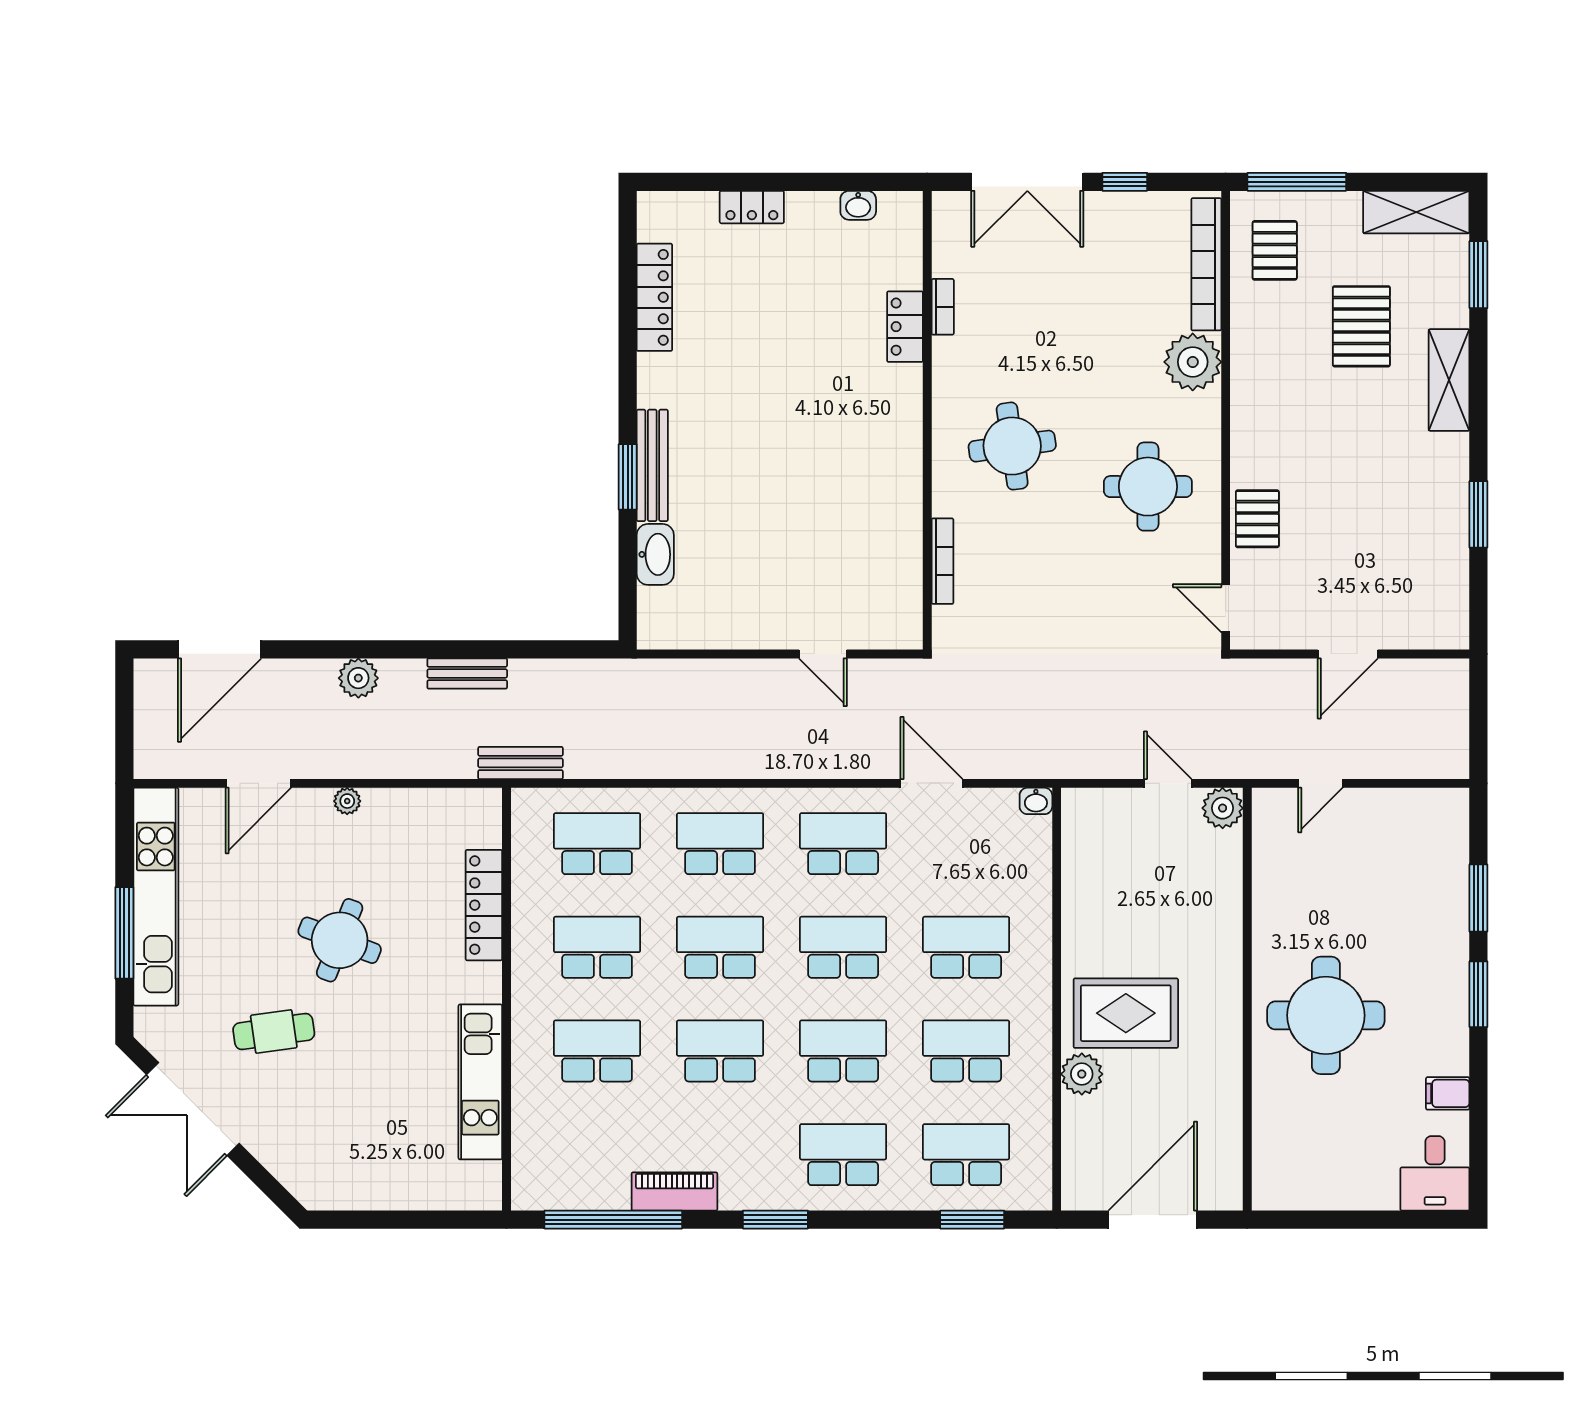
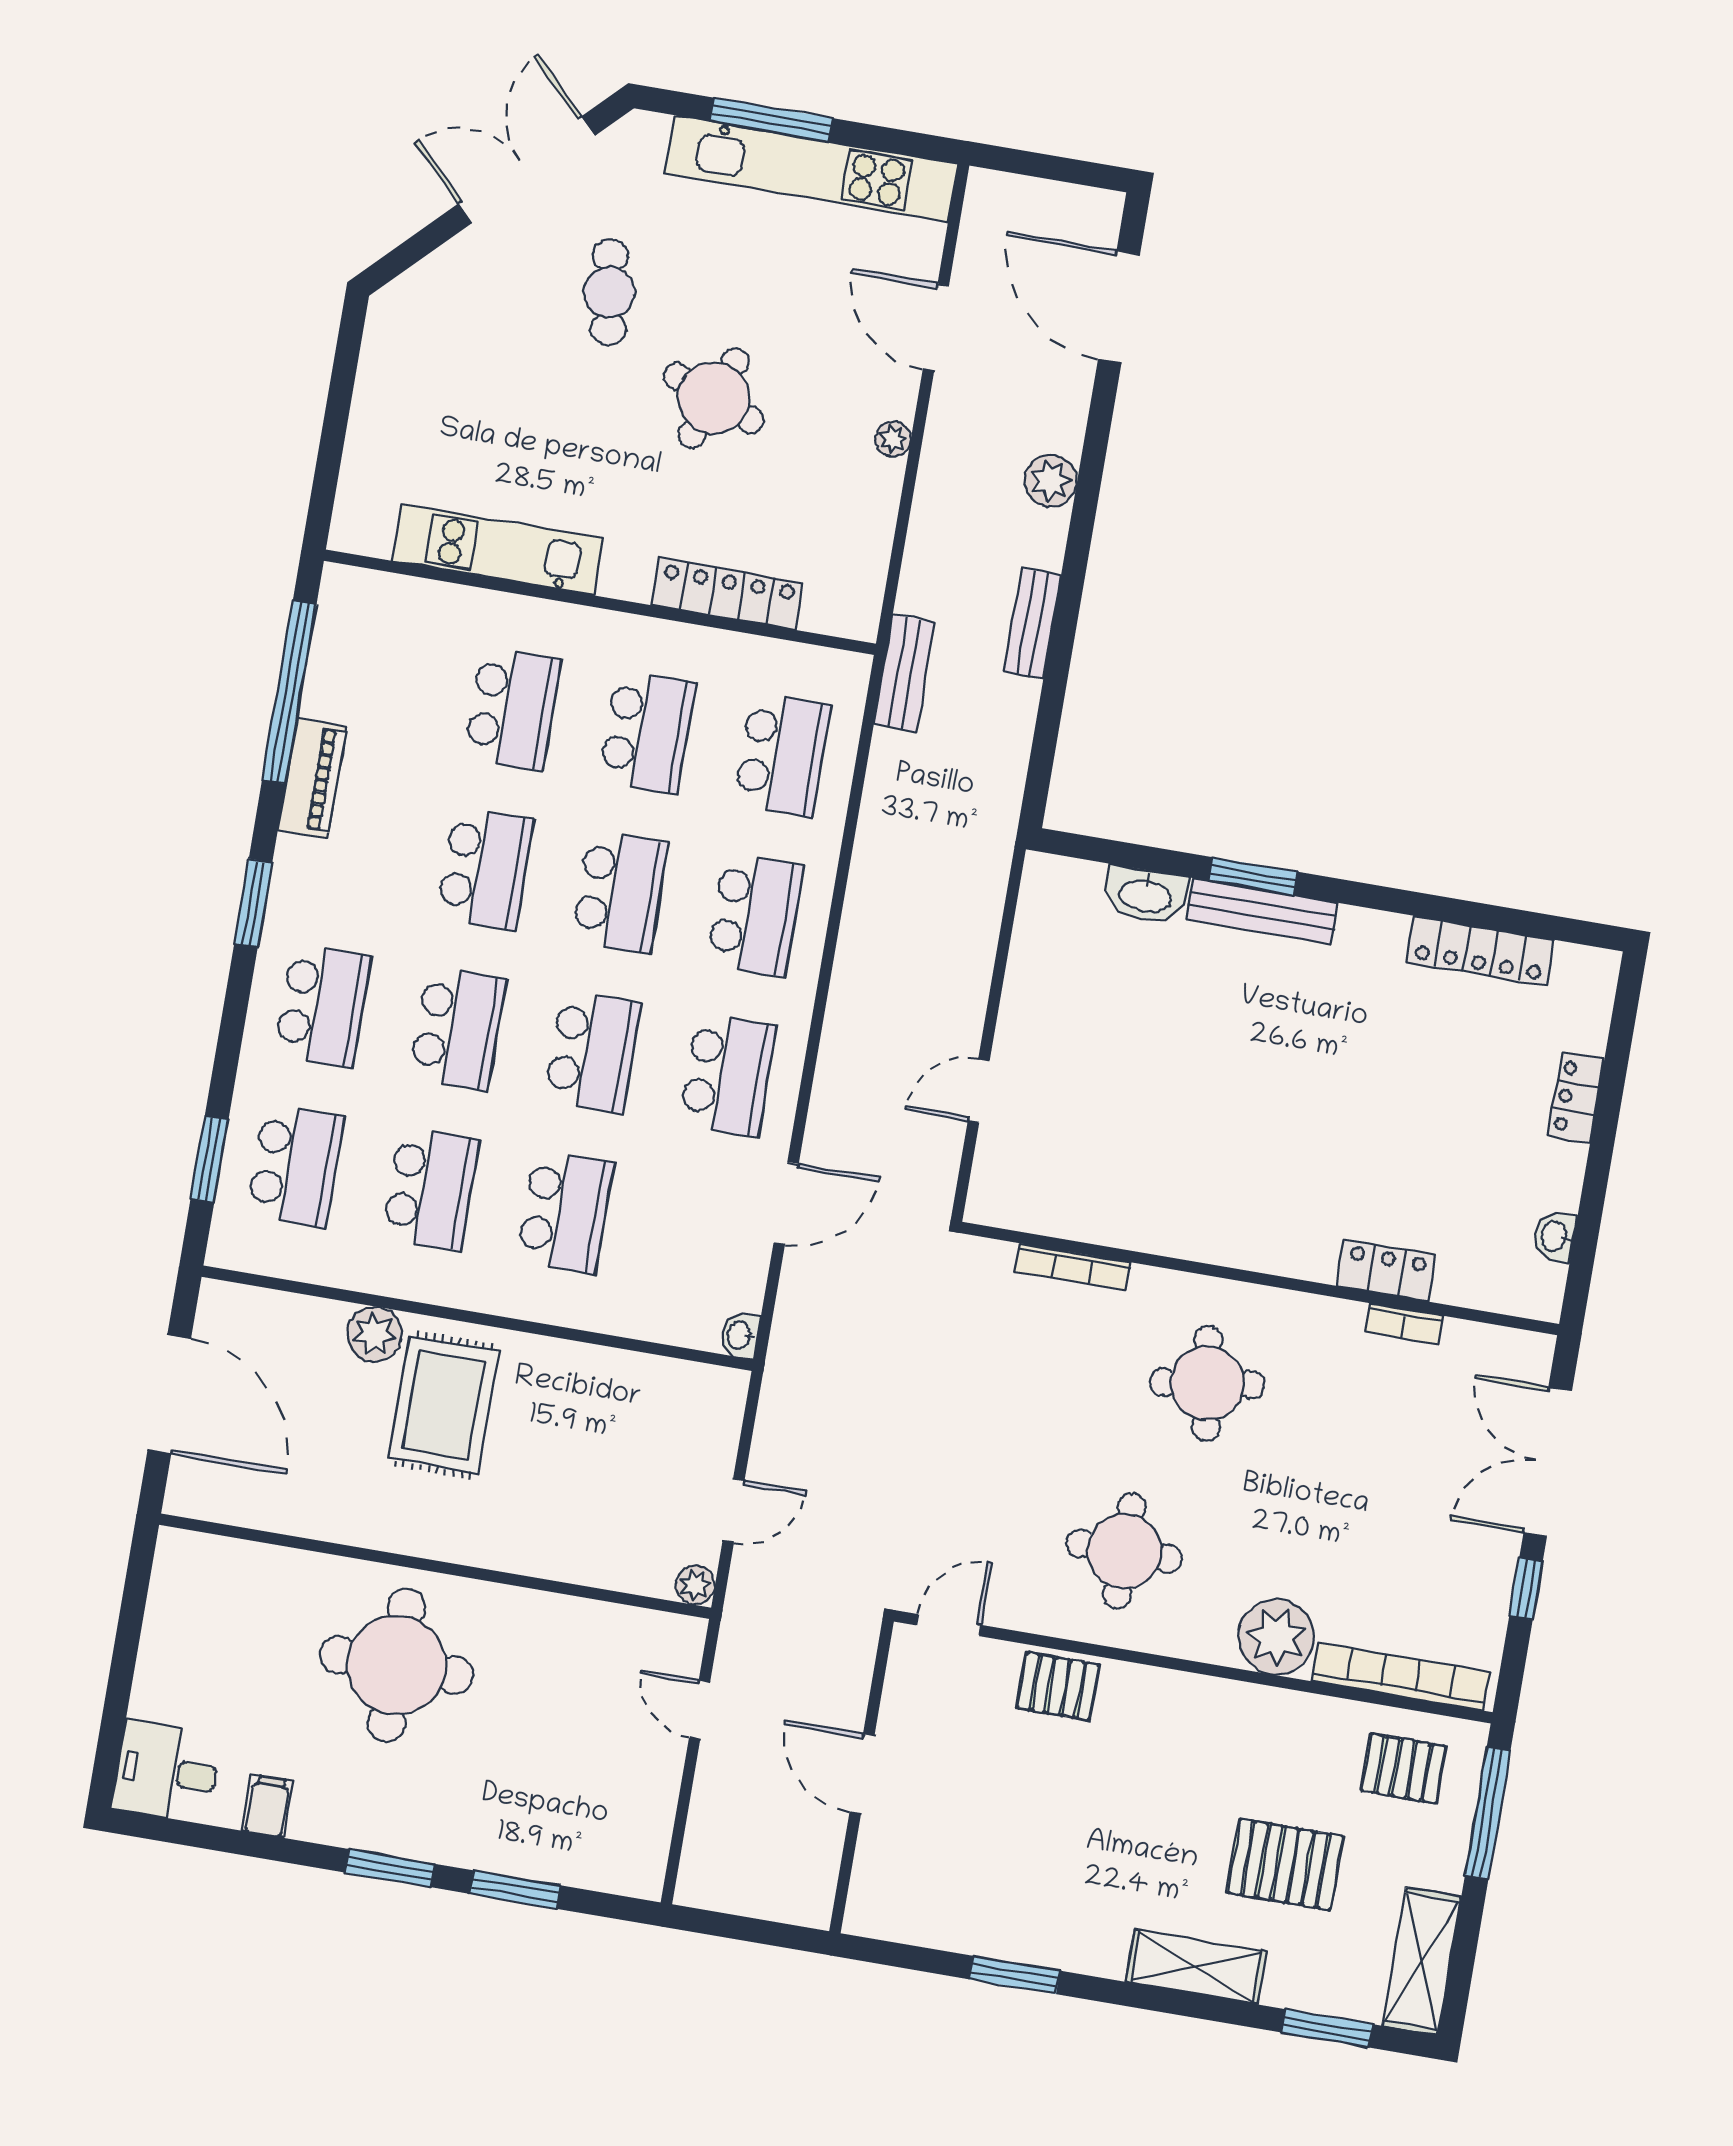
plant: (1223, 808) -> (695, 1585), width x0.73, depth x0.73

